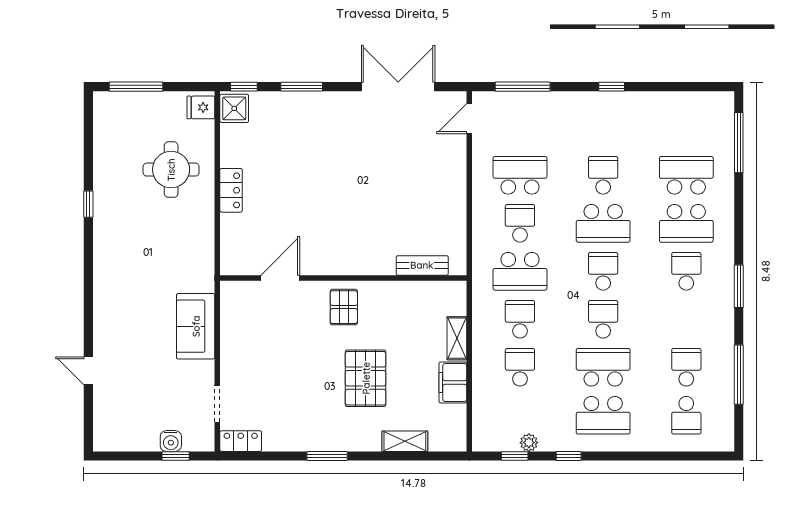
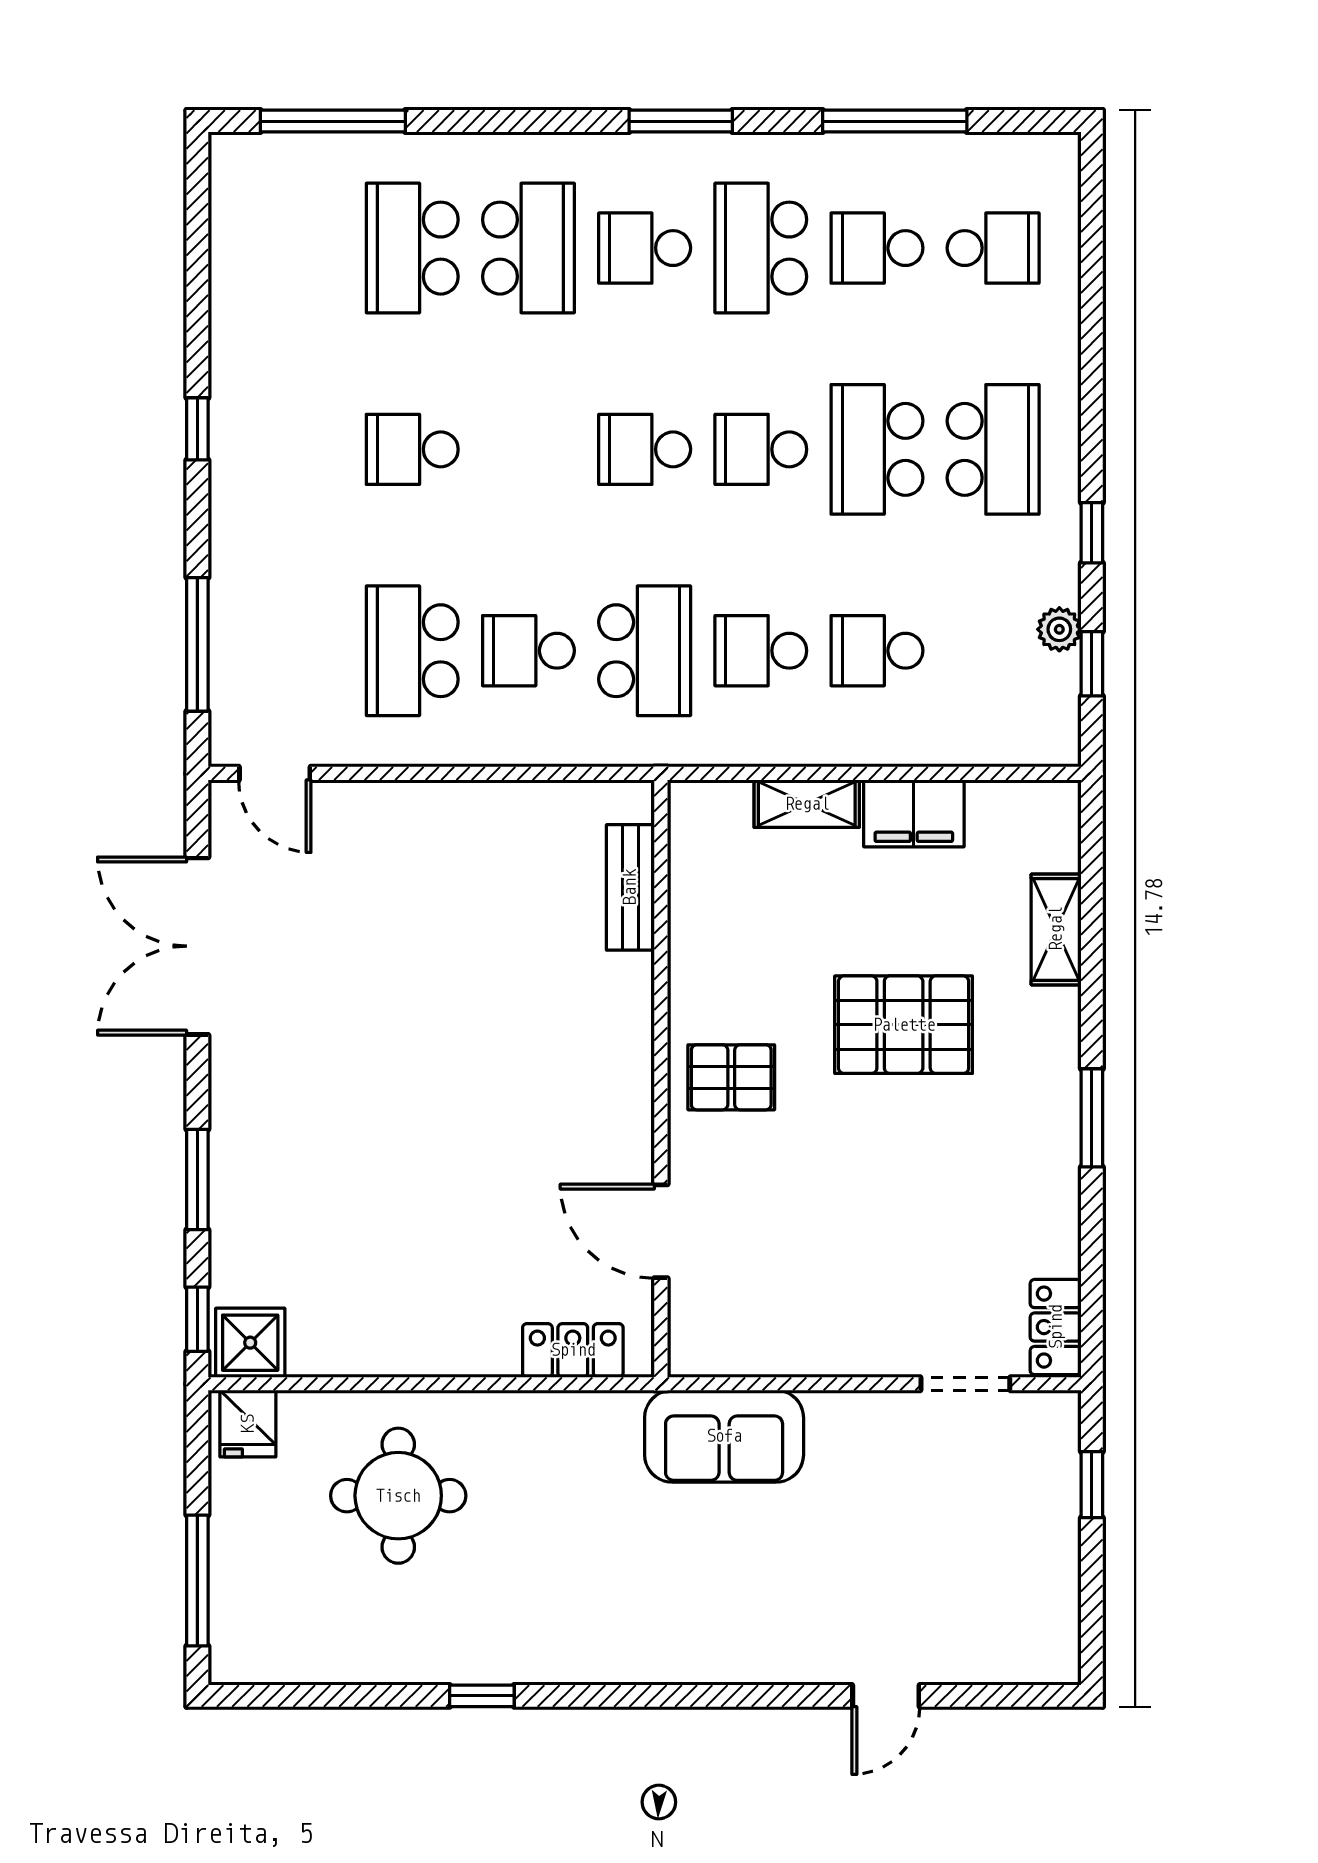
locker: (231, 190) -> (573, 1350), moved
school desk: (603, 223) -> (761, 248), moved, turned 180
sofa: (196, 326) -> (724, 1436), moved
water cooler: (171, 441) -> (1056, 1496), removed

